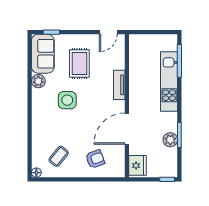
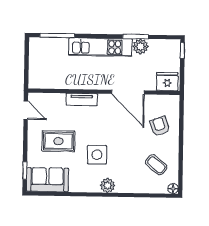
plant: (38, 81) -> (108, 185), moved
kitchen unit: (169, 82) -> (100, 47), moved

